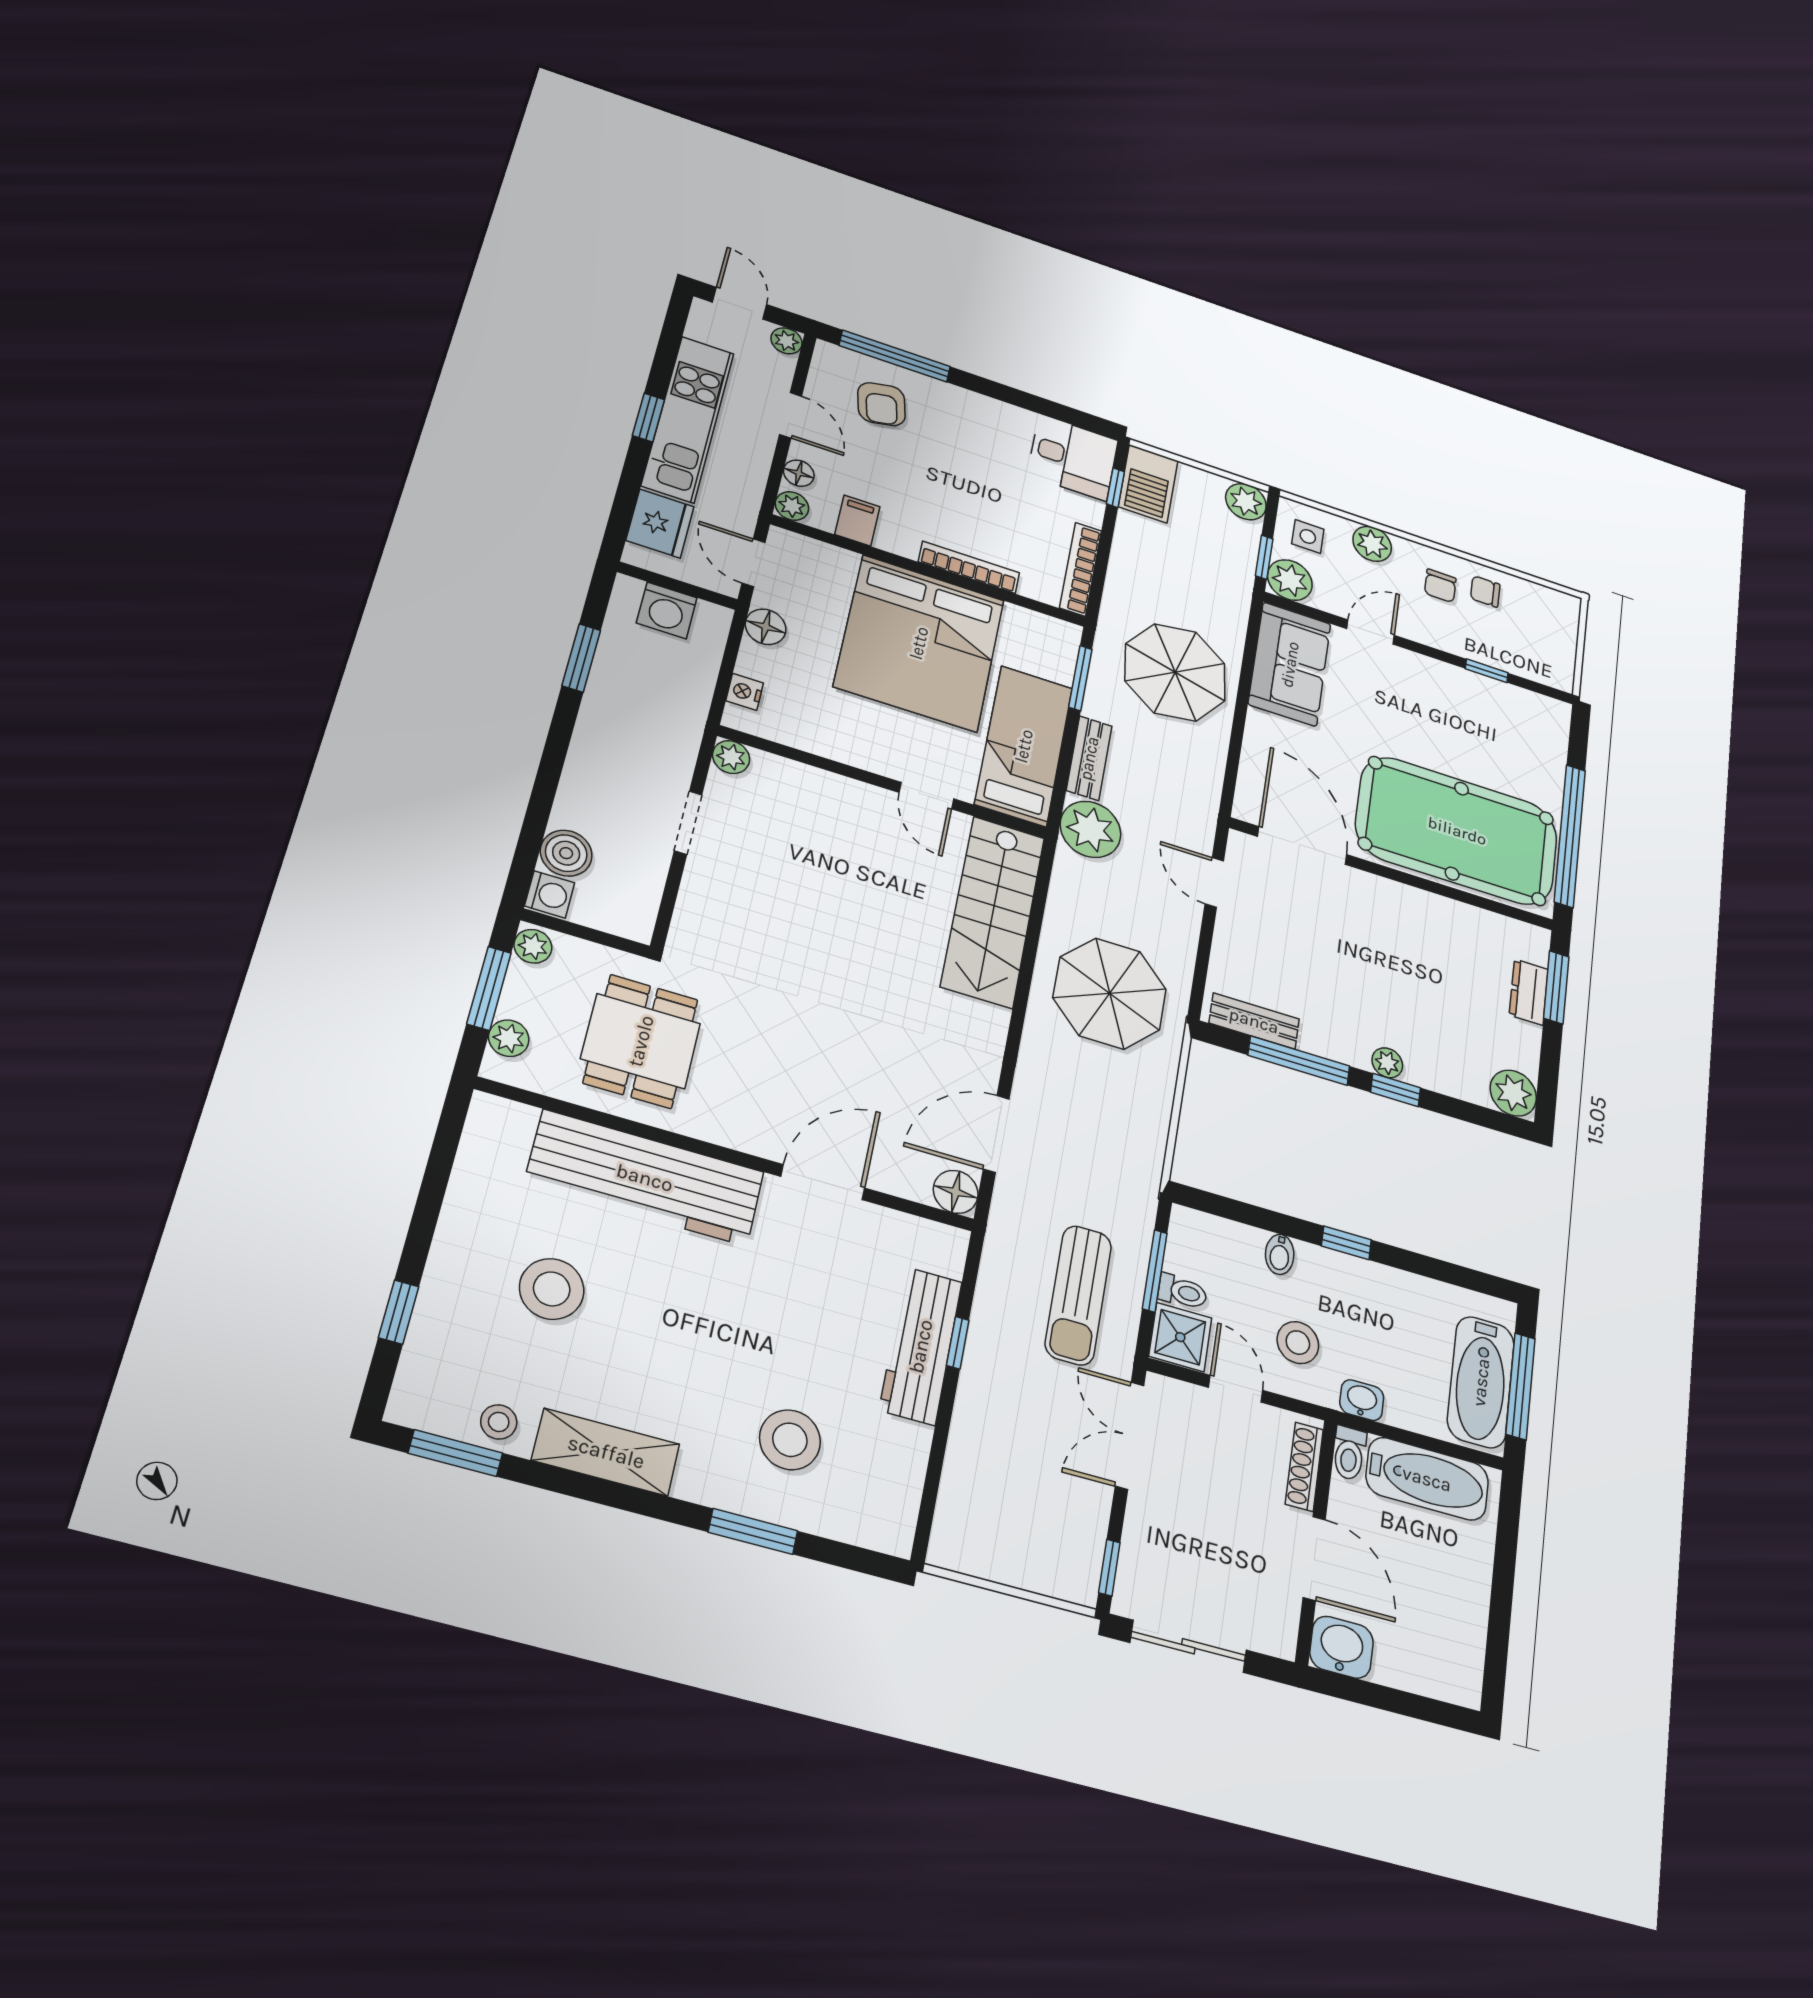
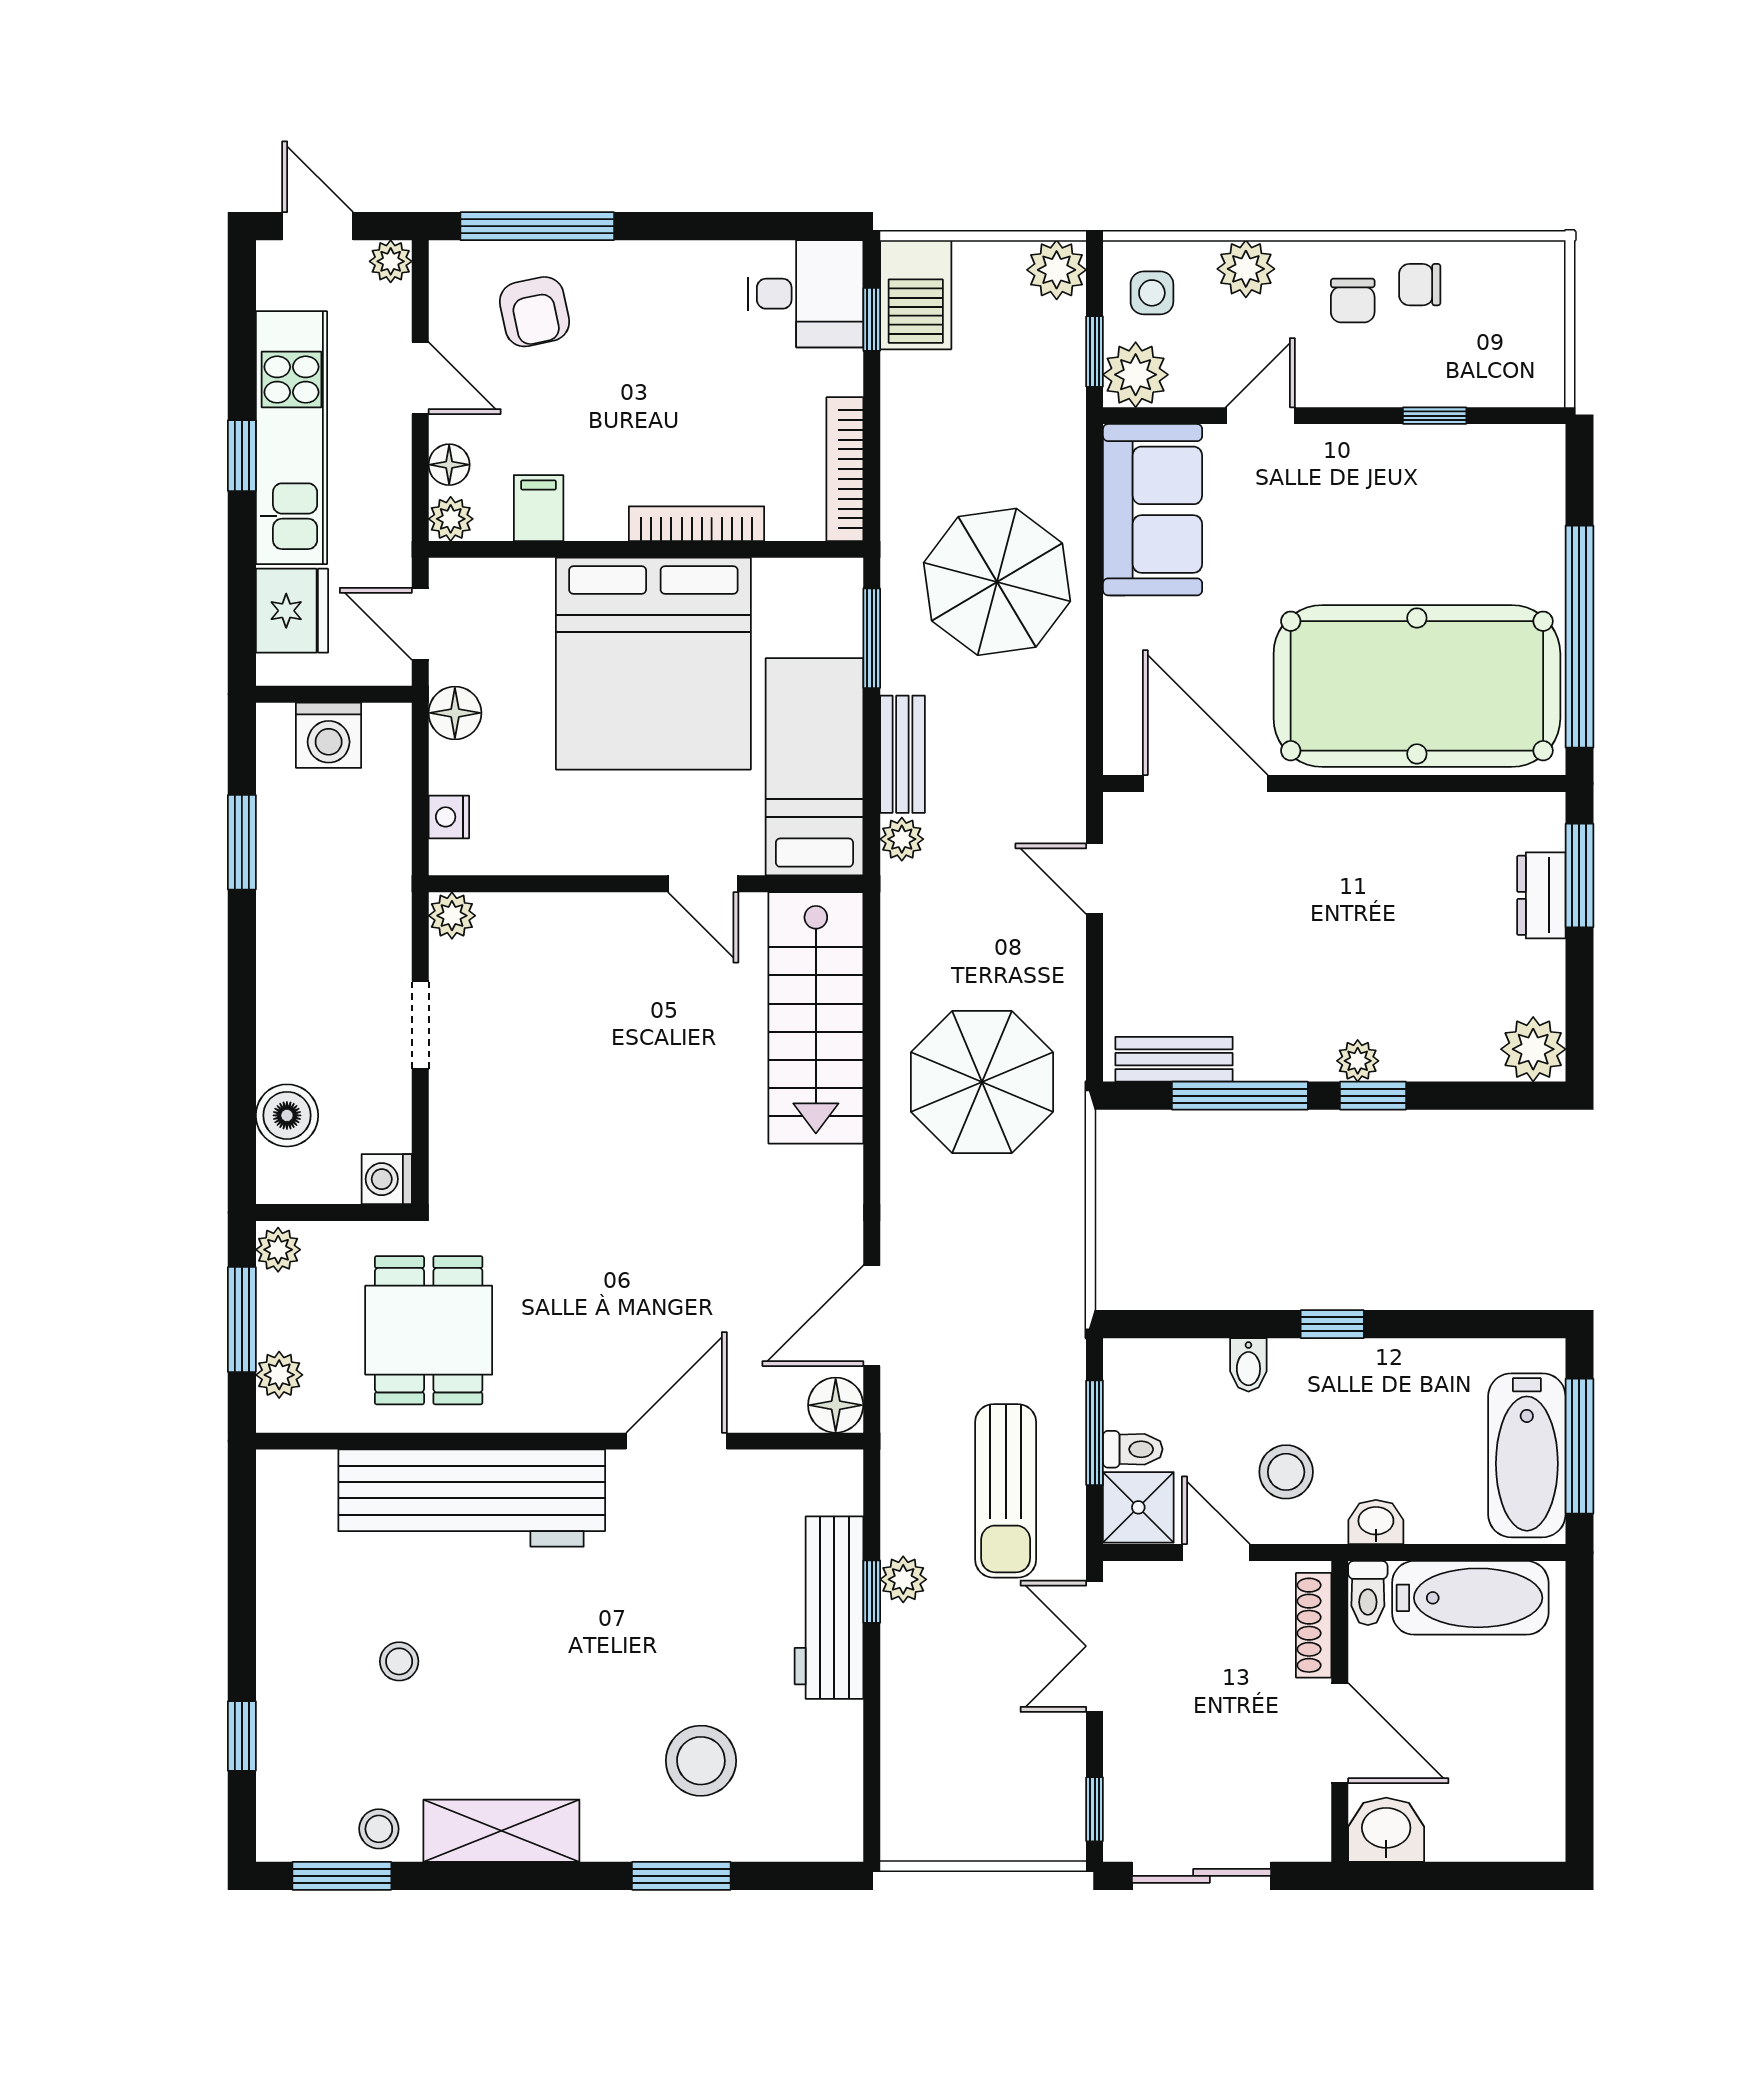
plant: (1090, 829) -> (902, 839), width x0.53, depth x0.53
washing machine: (550, 894) -> (387, 1179), moved, turned 180
stool: (552, 1289) -> (399, 1661), width x0.53, depth x0.53
plant: (985, 1340) -> (903, 1579), added

